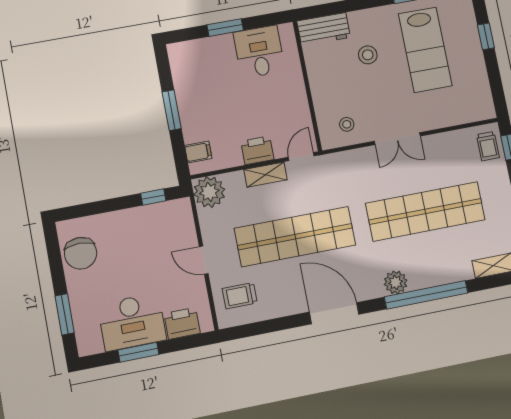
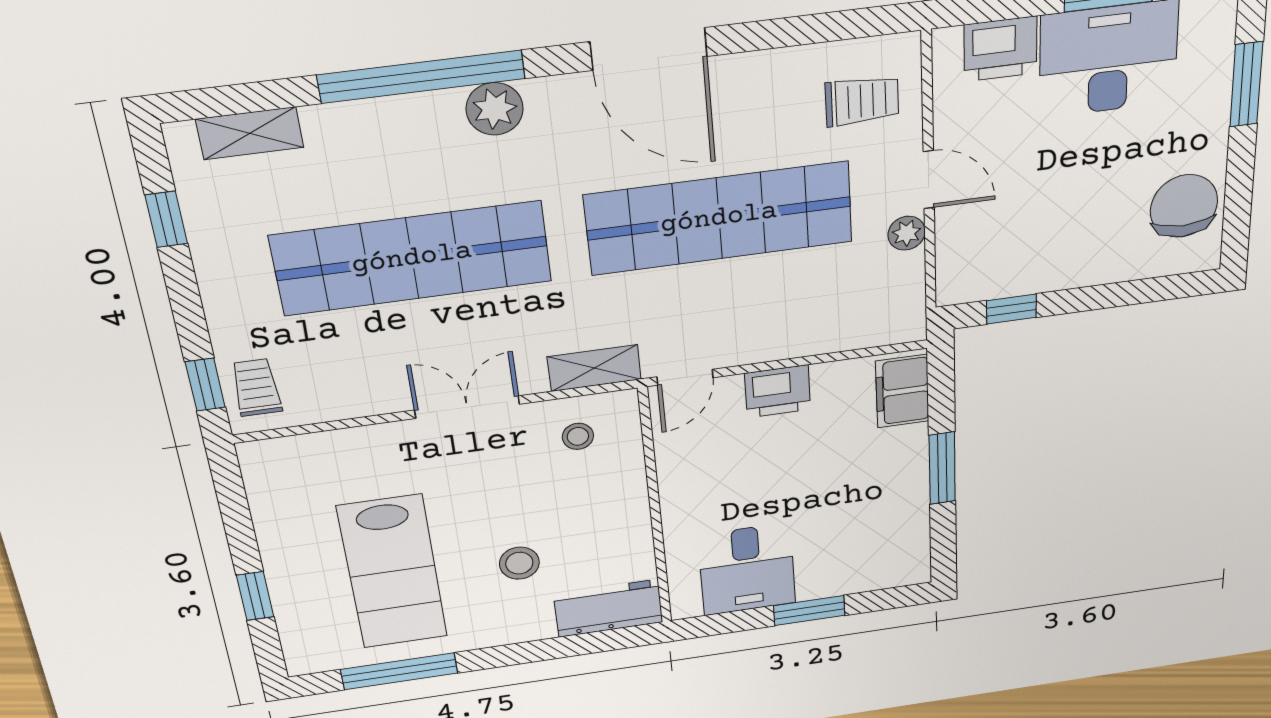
lab bench: (425, 50) -> (393, 572), turned 180
filing cabinet: (198, 152) -> (902, 391), width x2.00
shelving: (266, 175) -> (594, 368), moved
plant: (209, 192) -> (907, 233), moved, width x0.53, depth x0.53

